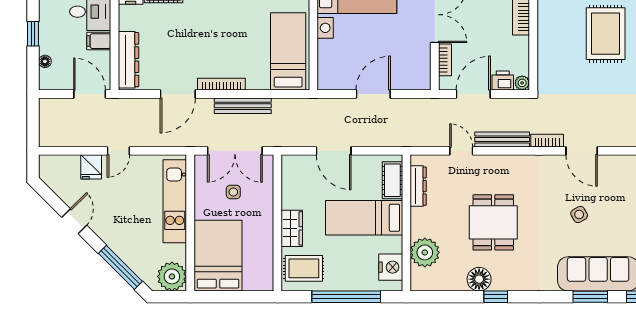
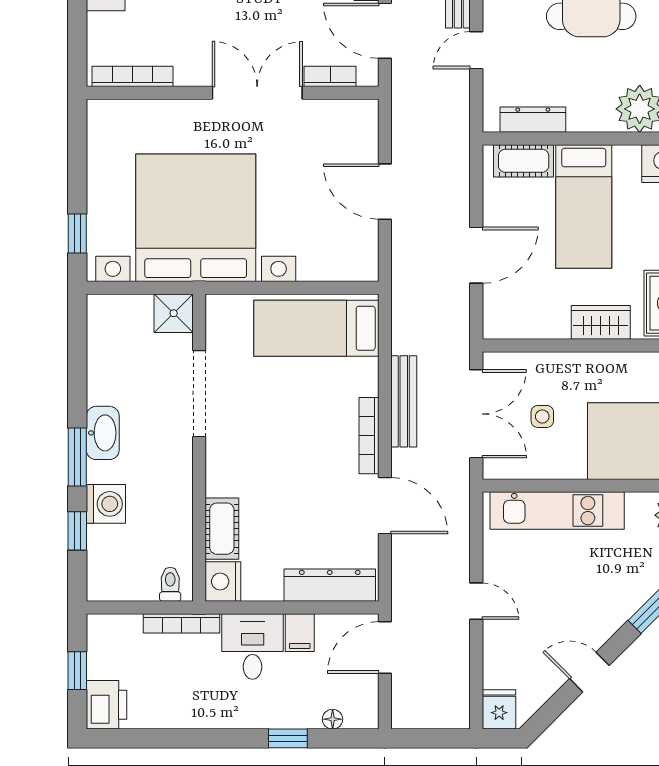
fridge: (91, 167) -> (499, 709), moved, turned -90

